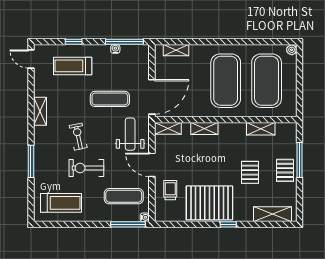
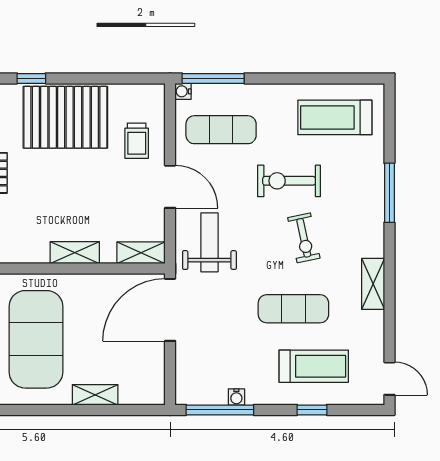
shelving: (176, 50) -> (95, 395), moved
exercise mat: (110, 99) -> (293, 309), moved
weight bench: (130, 134) -> (209, 242), turned 180
exercise bike: (86, 168) -> (289, 181), turned 180

